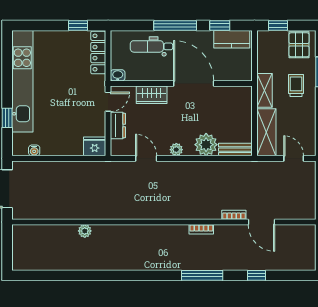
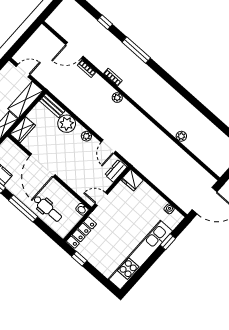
wardrobe: (152, 95) -> (23, 130), moved, turned 90
dresser: (118, 125) -> (116, 171), moved
door: (294, 158) -> (23, 71), swing flipped
plant: (180, 213) -> (117, 98), added
door: (261, 222) -> (74, 50), swing flipped

